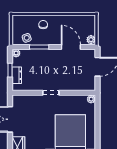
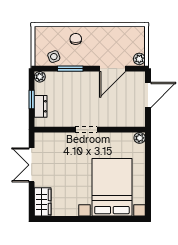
door: (71, 47) -> (113, 69), swing flipped

